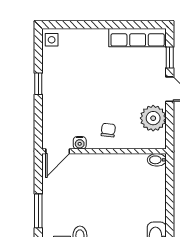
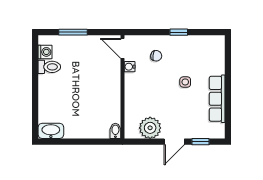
row of seats: (138, 38) -> (217, 99), moved
side table: (52, 40) -> (185, 82), moved
chair: (108, 130) -> (156, 56), moved

